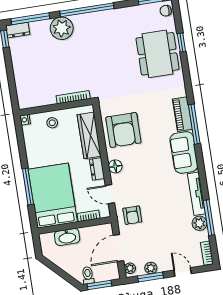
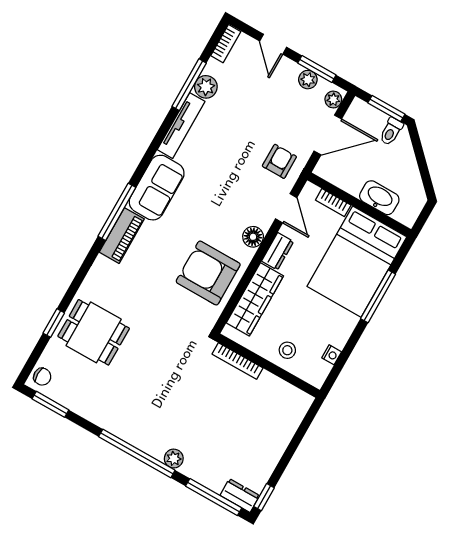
plant: (62, 28) -> (174, 459), width x0.53, depth x0.53
dining table: (158, 54) -> (94, 332), width x0.73
nightstand: (25, 120) -> (332, 355), moved
armchair: (123, 130) -> (208, 273), turned -90

